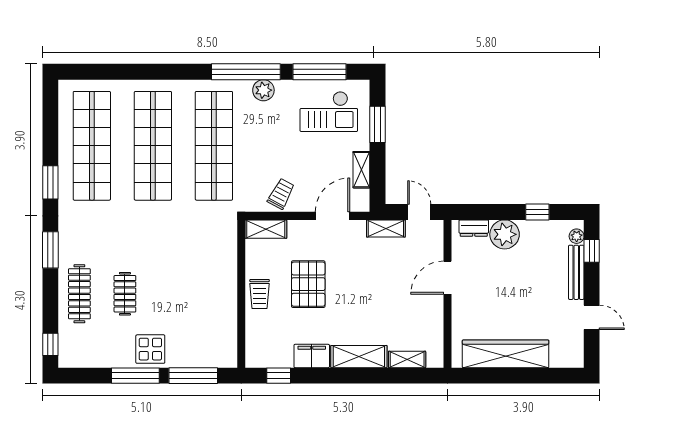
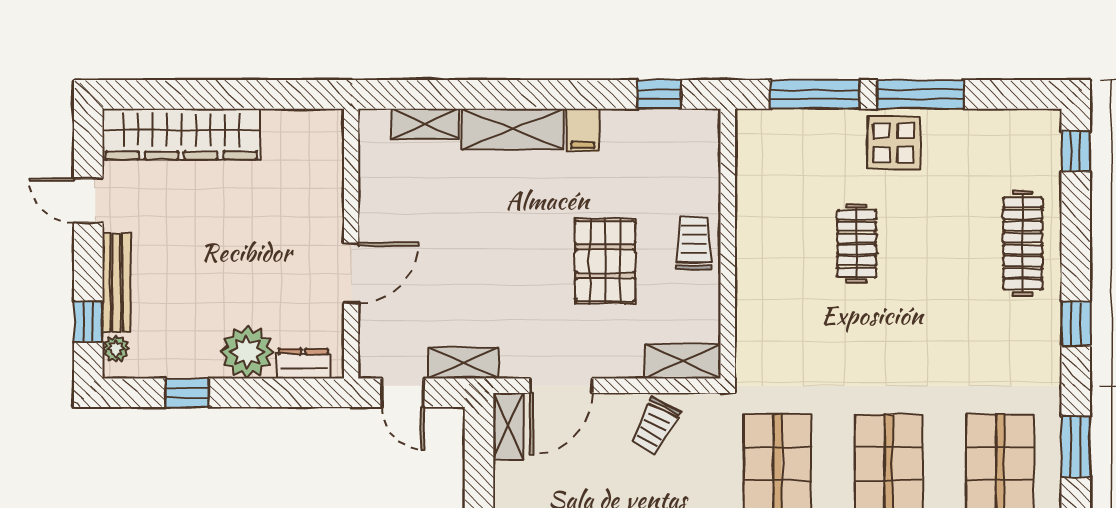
shelving: (361, 170) -> (508, 426), moved
window: (50, 250) -> (1076, 324), width x0.67
clothes rail: (125, 294) -> (857, 244), moved
wardrobe: (506, 354) -> (181, 134), moved
filing cabinet: (312, 356) -> (583, 130), width x0.50

